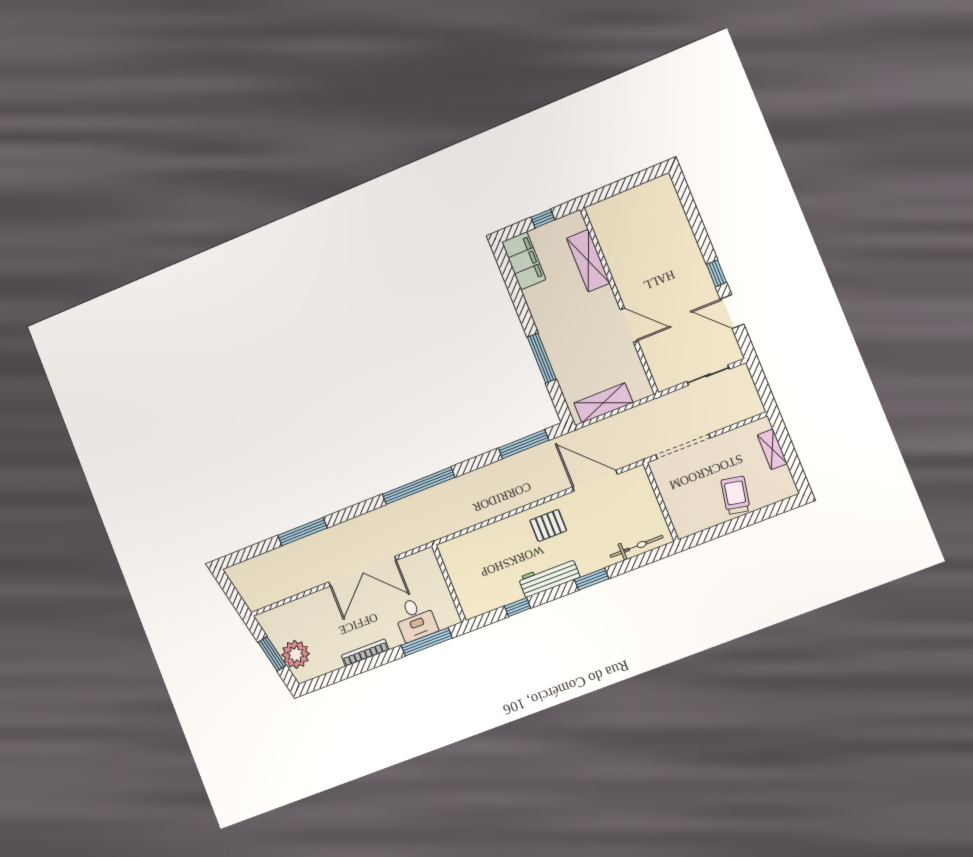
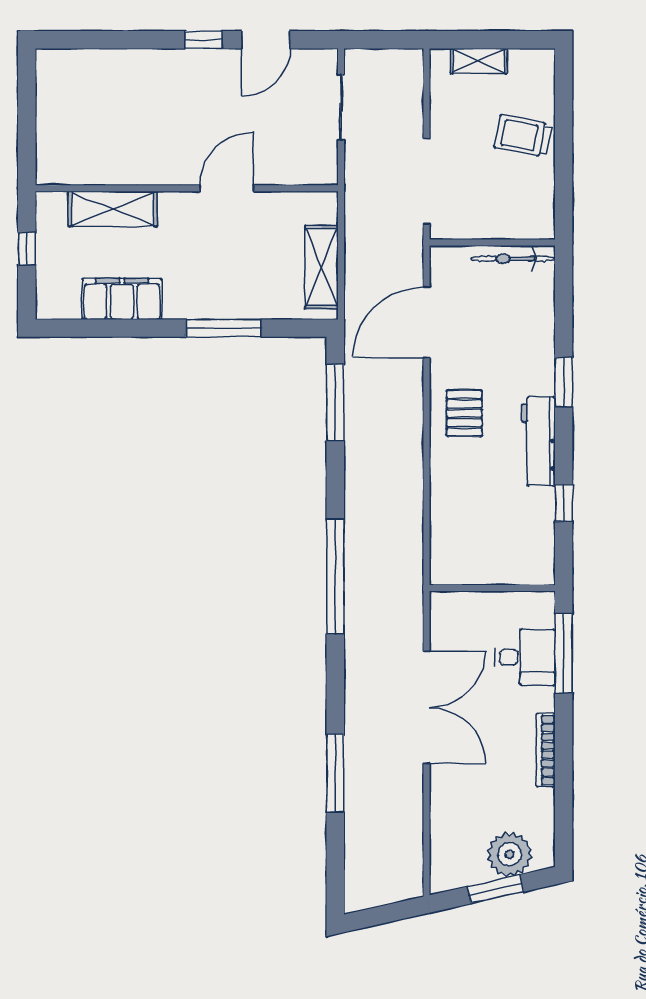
filing cabinet: (524, 261) -> (122, 299), moved
bicycle: (636, 546) -> (513, 259), moved, turned -90

